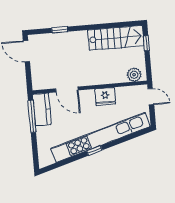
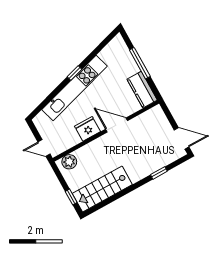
door: (67, 89) -> (117, 125), moved
window: (32, 116) -> (140, 63), moved
kitchen unit: (100, 137) -> (75, 88), width x0.73

